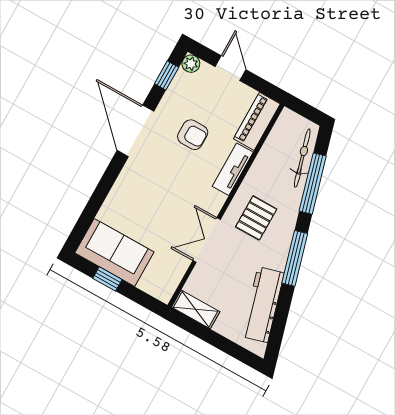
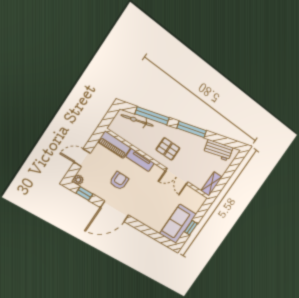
workbench: (263, 305) -> (218, 150), width x0.73

